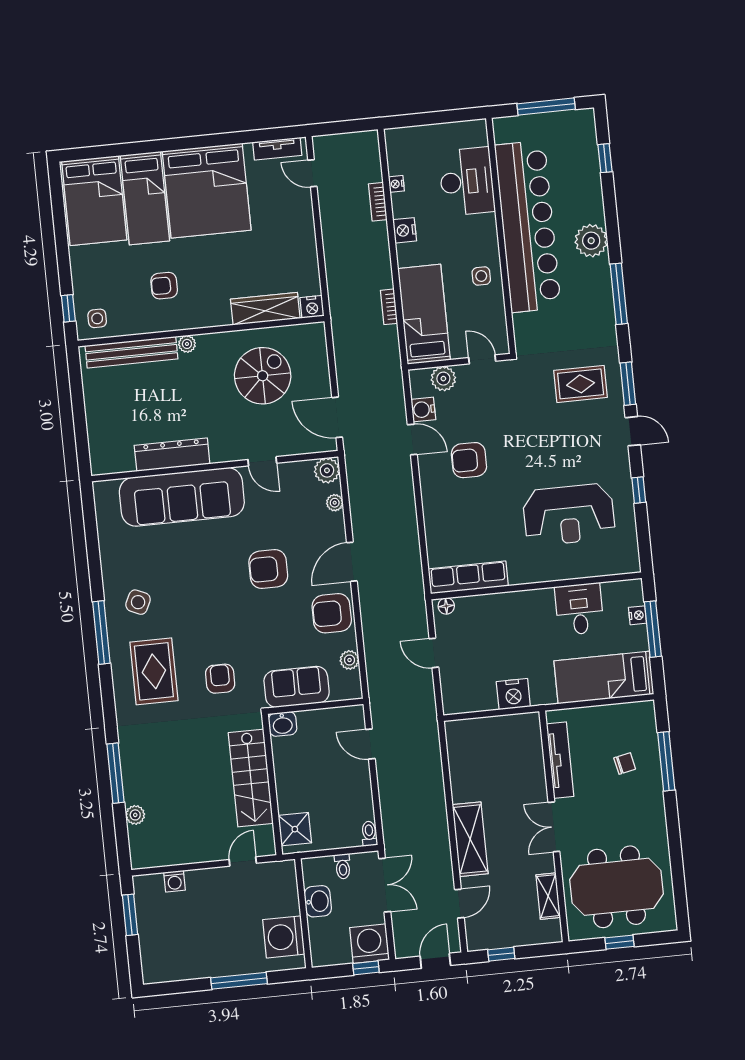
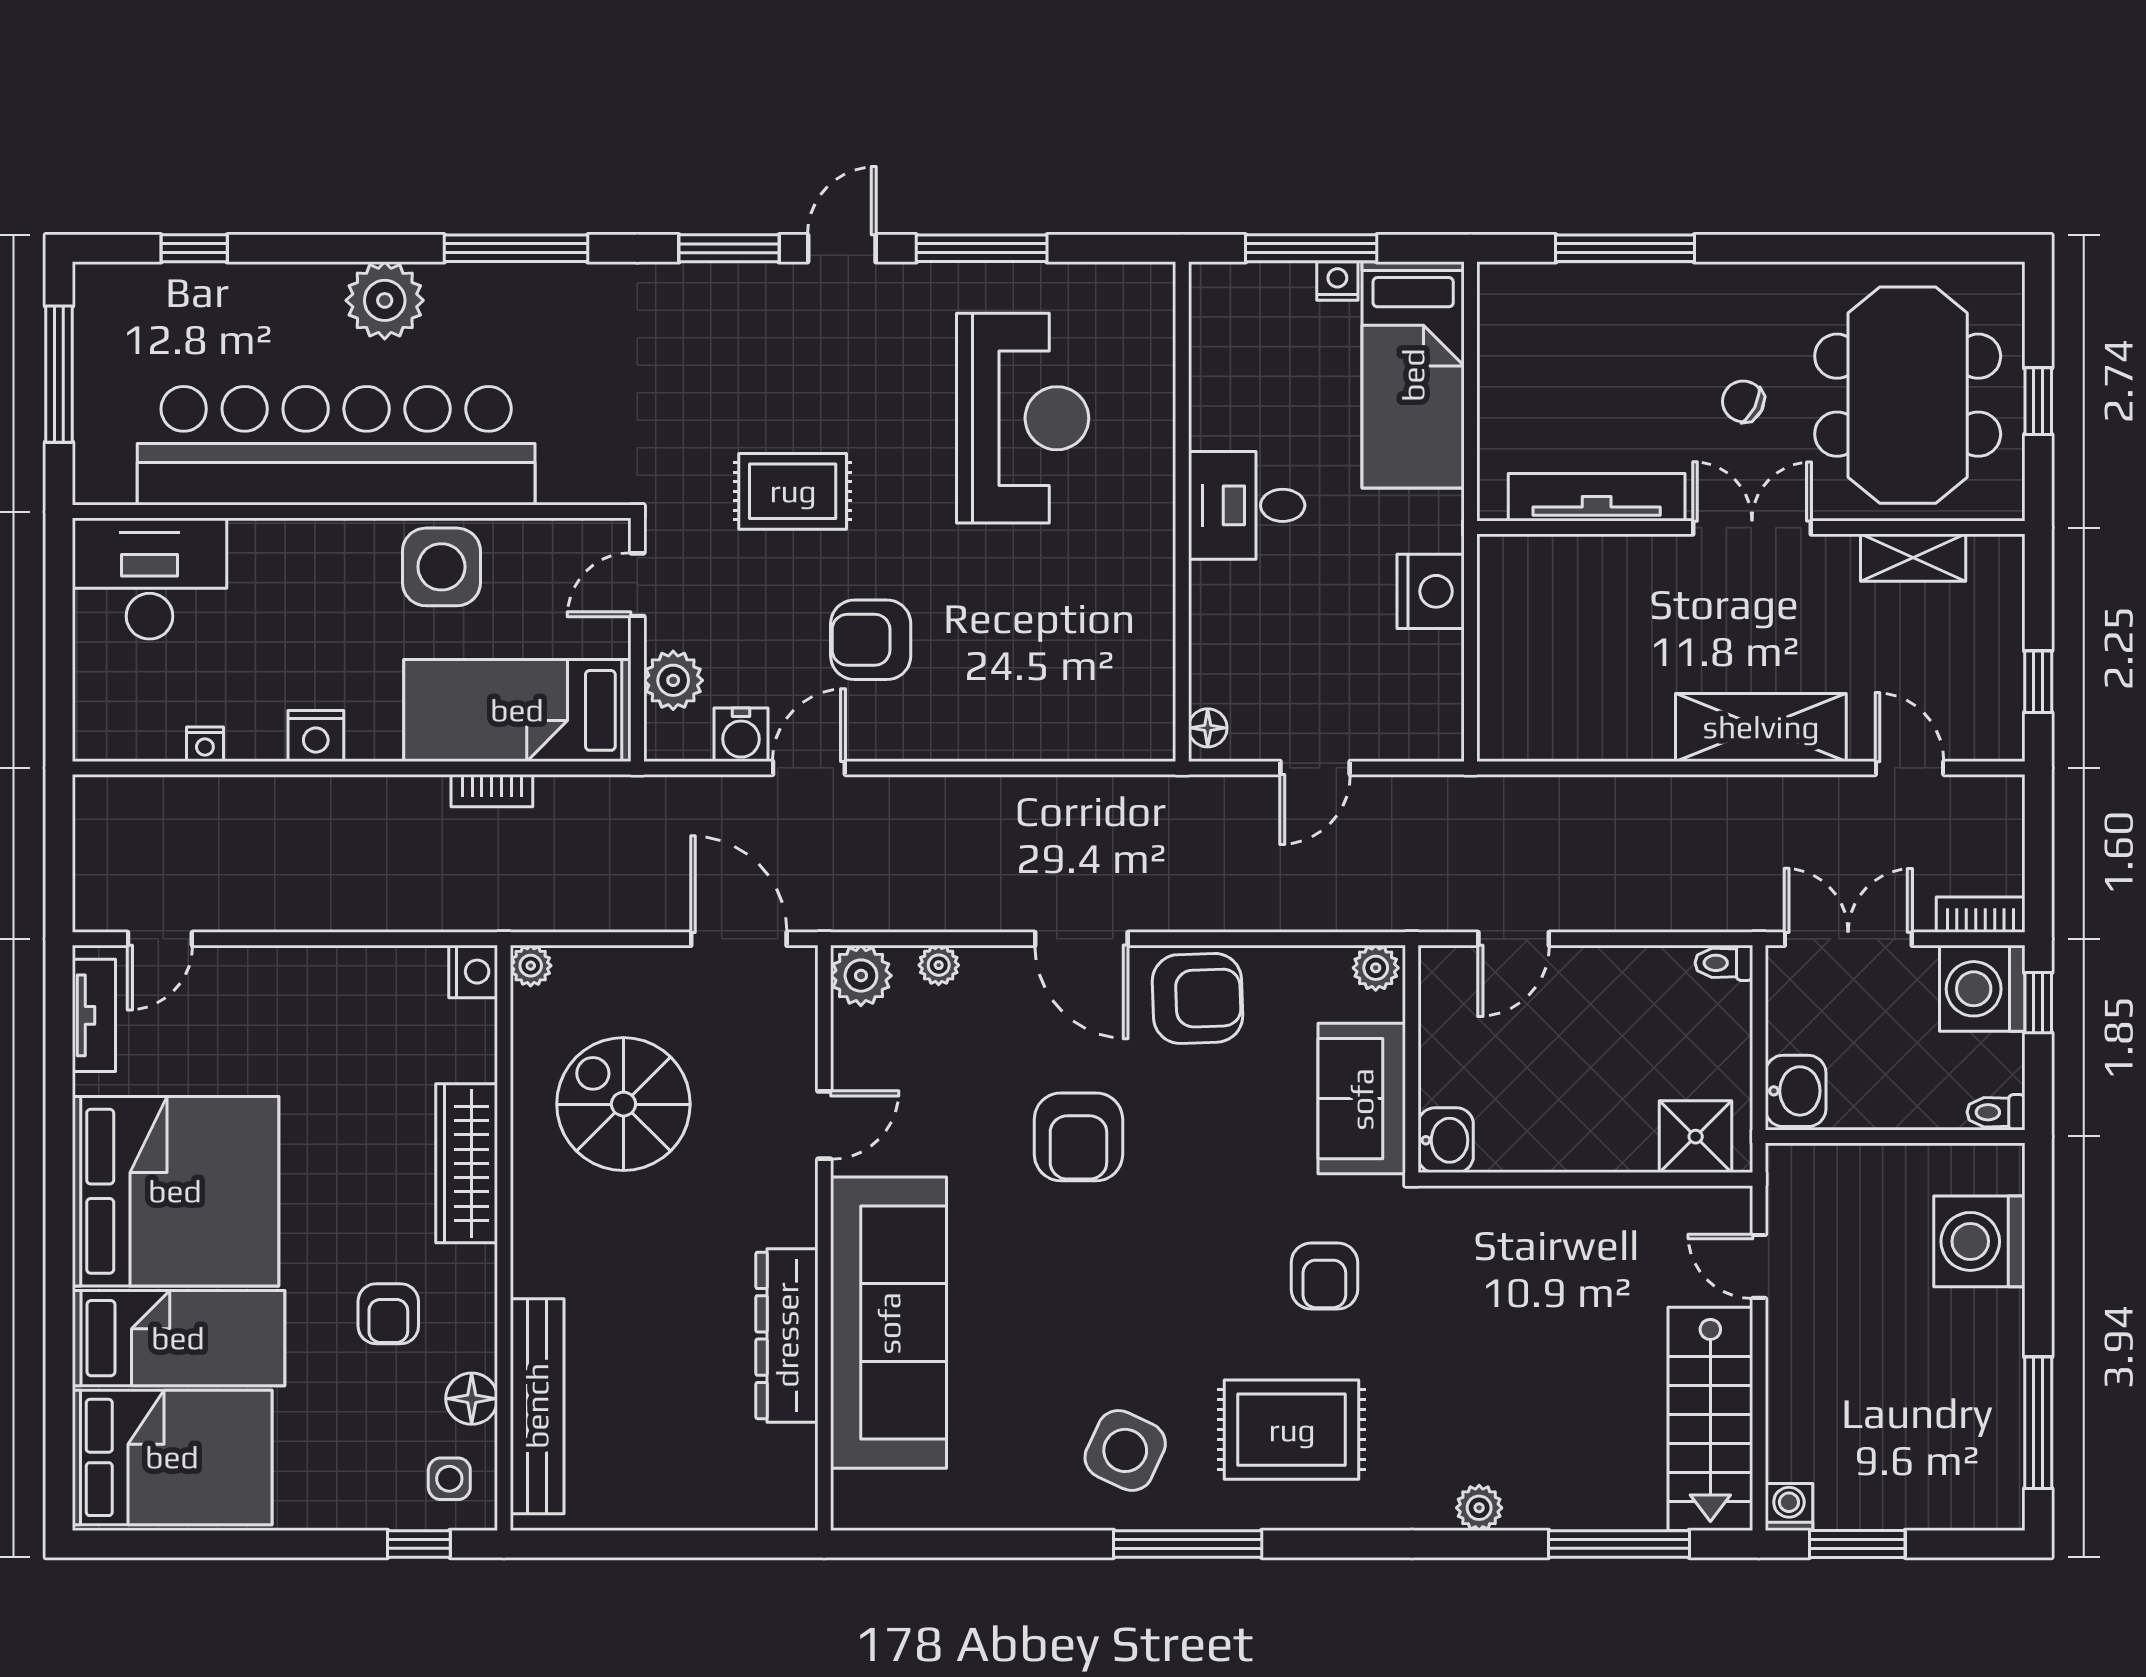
desk: (467, 182) -> (150, 579), moved
bookcase: (378, 202) -> (1981, 915), moved, turned 180
side table: (481, 276) -> (441, 567), width x1.87, depth x1.87
wardrobe: (265, 309) -> (467, 1163), moved
floor lamp: (132, 324) -> (472, 1399), added
plant: (187, 344) -> (531, 966), moved
rug: (581, 384) -> (793, 491), moved, turned 90
door: (337, 417) -> (739, 939), swing flipped
armchair: (469, 460) -> (871, 640), turned 90
window: (639, 490) -> (982, 248), width x2.17
row of seats: (468, 577) -> (1146, 669), removed
side table: (138, 602) -> (1125, 1450), width x1.37, depth x1.37
desk: (579, 609) -> (1247, 505), moved
armchair: (332, 613) -> (1198, 998), turned -92
nightstand: (638, 615) -> (1337, 281), moved
plant: (349, 660) -> (1376, 968), moved
armchair: (220, 679) -> (1324, 1276), turned -90
chair: (625, 763) -> (1743, 401), moved, turned -51
window: (116, 773) -> (1619, 1544), moved
stairs: (251, 778) -> (1710, 1419), moved, turned 90
plant: (135, 815) -> (1479, 1508), moved
double door: (554, 827) -> (1752, 528), swing flipped
toilet: (343, 866) -> (1996, 1112), moved, turned 180
washing machine: (174, 881) -> (1789, 1507), moved, turned -90
washbasin: (318, 901) -> (1796, 1091), moved, turned 90
washing machine: (284, 937) -> (1979, 1241), moved, turned 90
door: (435, 961) -> (2038, 838), removed
window: (239, 981) -> (2038, 1423), moved

